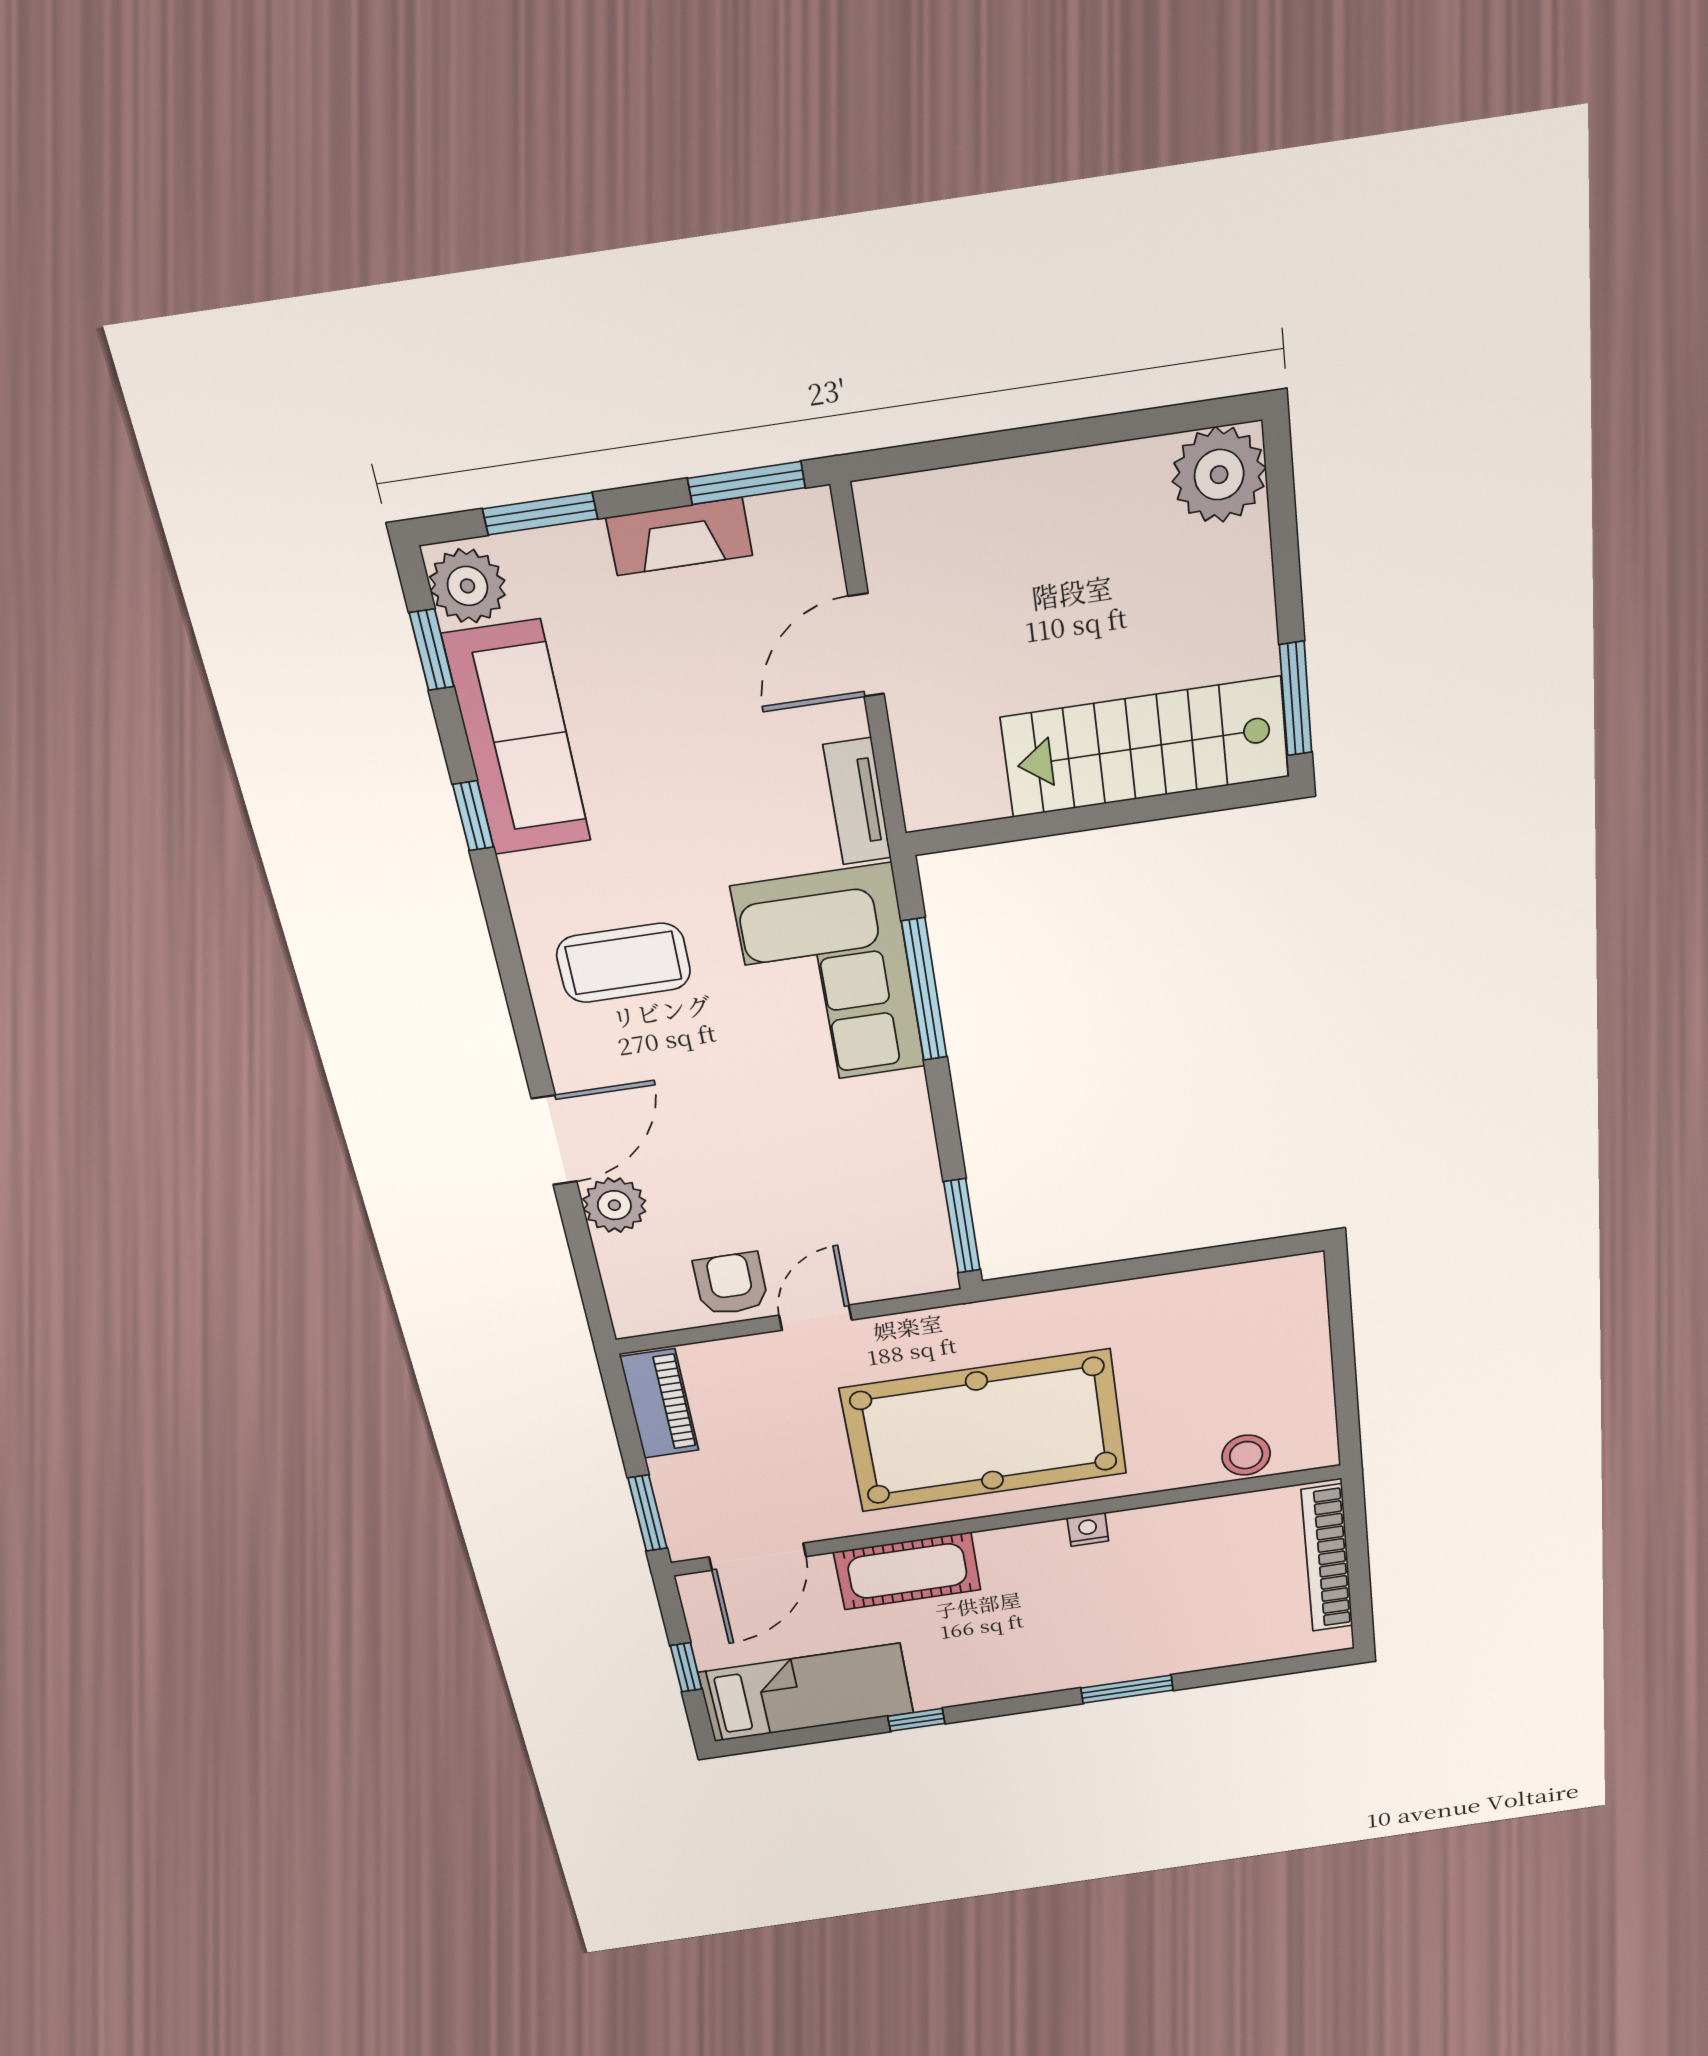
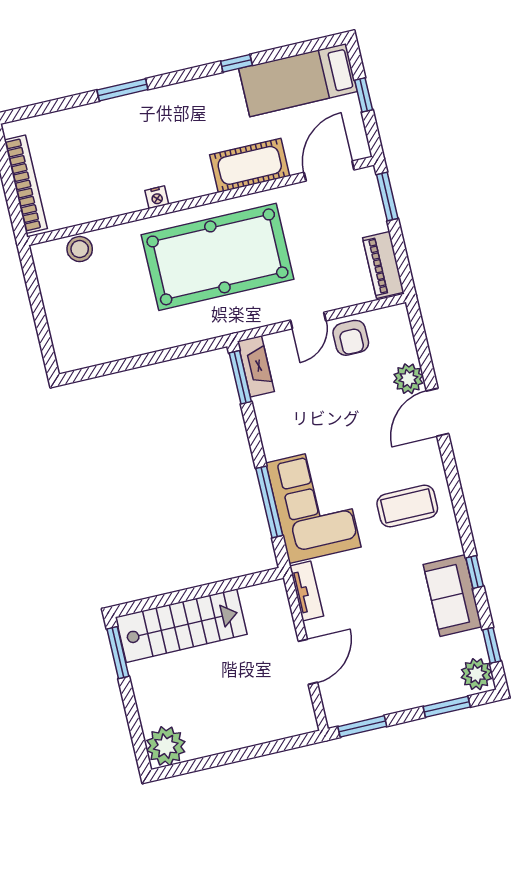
fireplace: (679, 537) -> (256, 366), moved, turned 90
sofa: (517, 739) -> (453, 596), width x0.73

